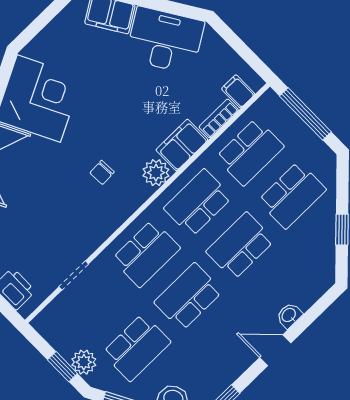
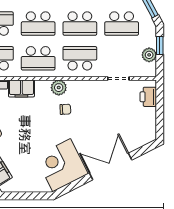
plant: (156, 173) -> (59, 88), moved
school desk: (136, 347) -> (122, 24), turned 180
plant: (84, 362) -> (149, 55), moved

